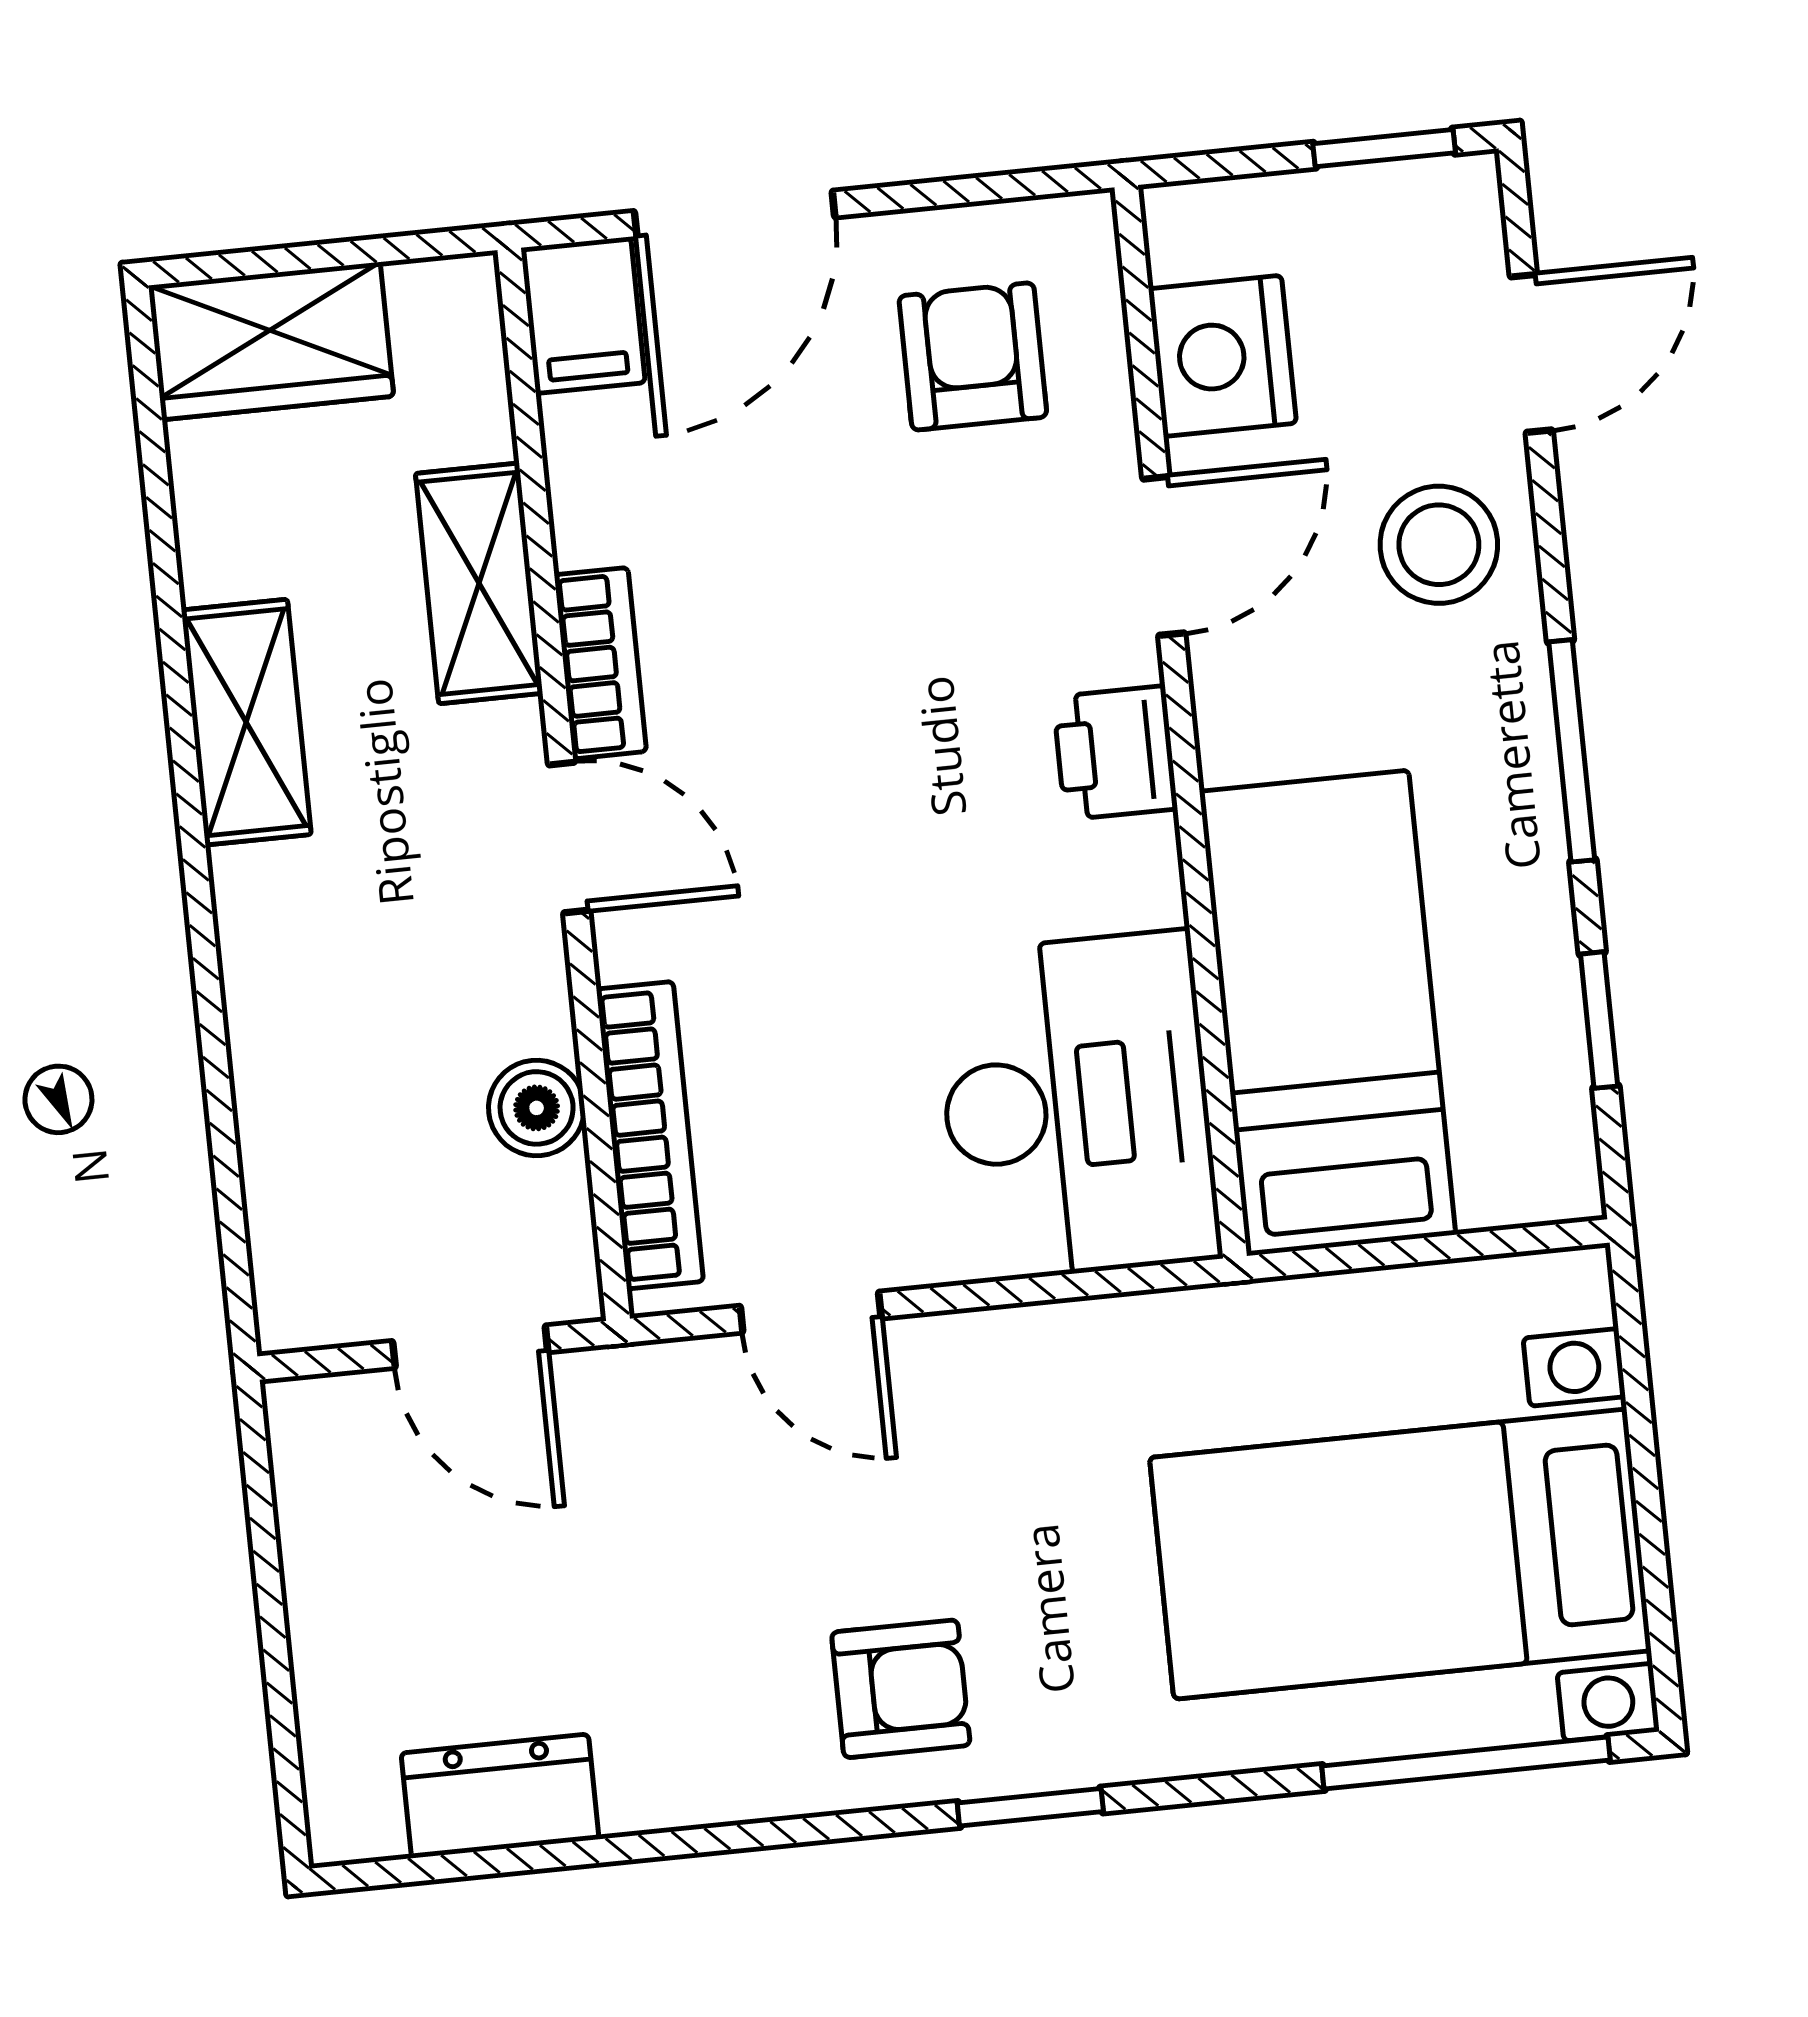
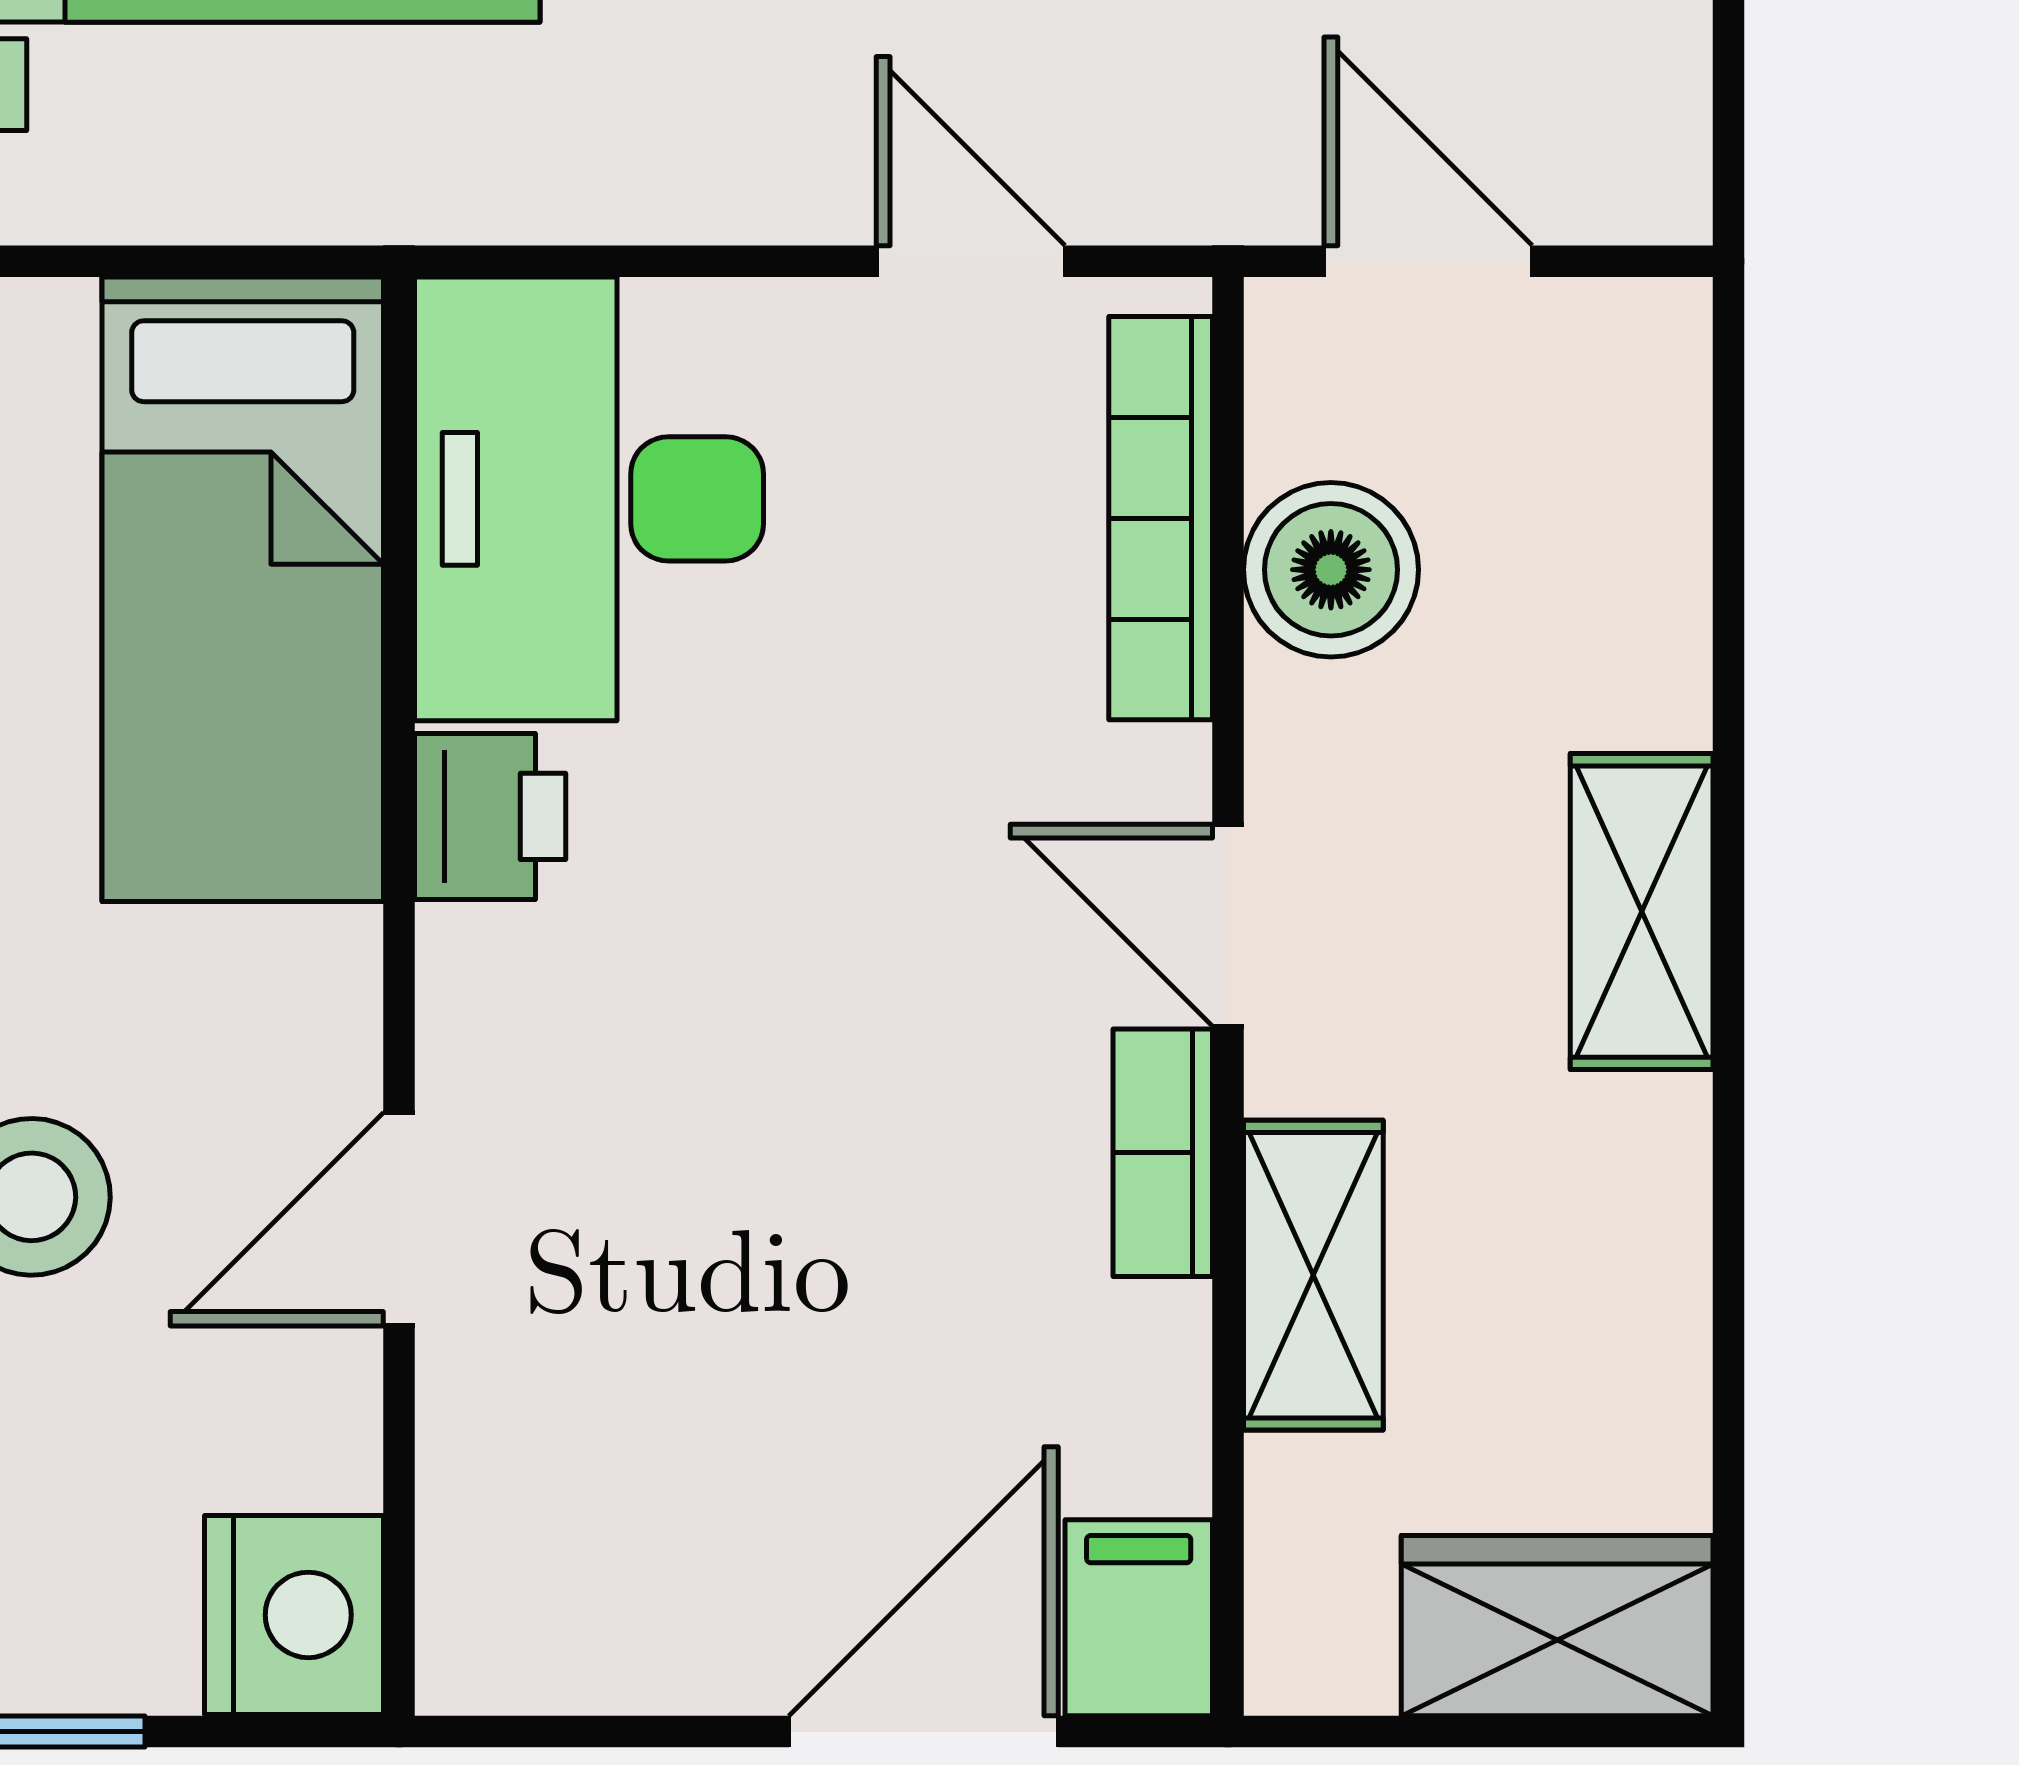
armchair: (973, 356) -> (626, 1510), removed
nightstand: (1222, 356) -> (294, 1615), moved
shelving: (246, 722) -> (1642, 912), moved
printer: (1115, 753) -> (490, 816), moved
boiler: (537, 1108) -> (1331, 570), width x1.36, depth x1.36

